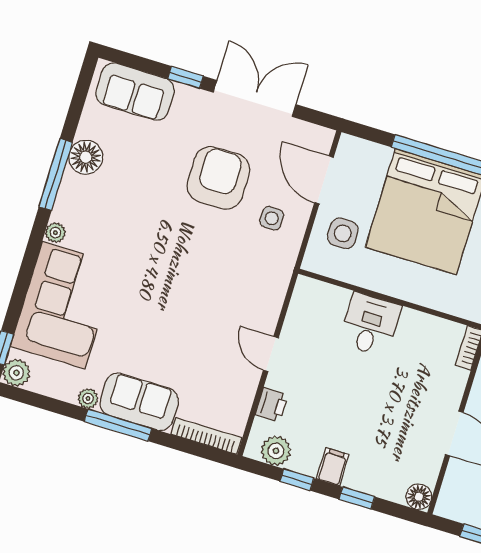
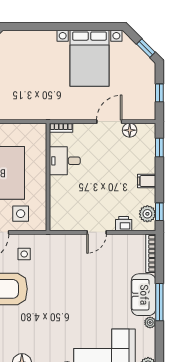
desk: (370, 324) -> (65, 161), moved
window: (297, 480) -> (159, 212), moved
floor lamp: (419, 497) -> (130, 130), moved
window: (357, 498) -> (159, 148), moved

